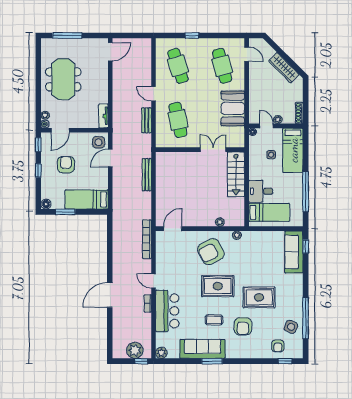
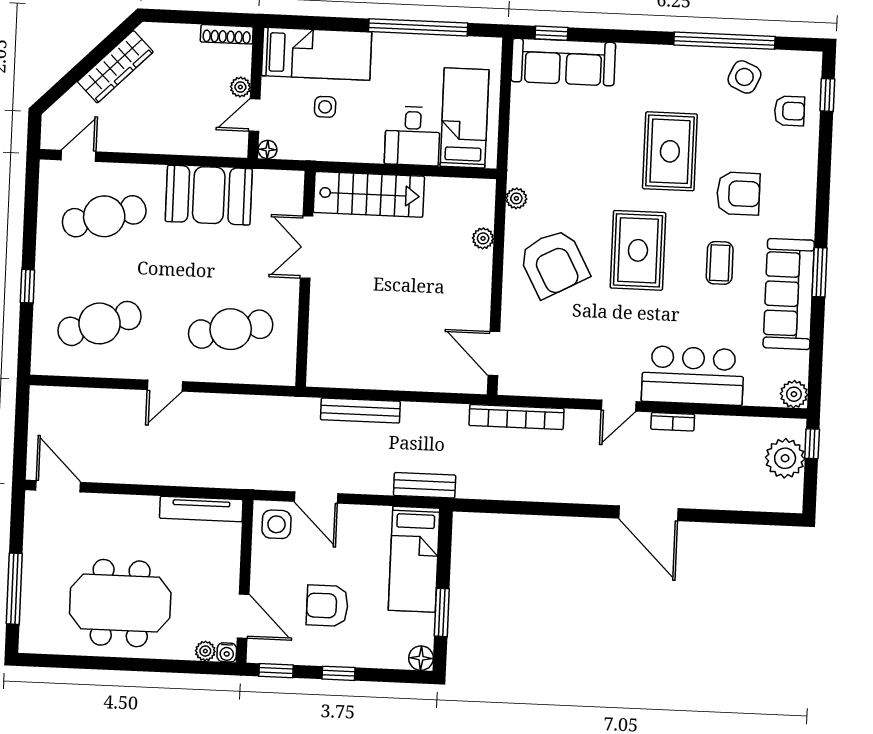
tv unit: (103, 116) -> (201, 509), width x1.41
bench: (147, 120) -> (425, 485), moved

